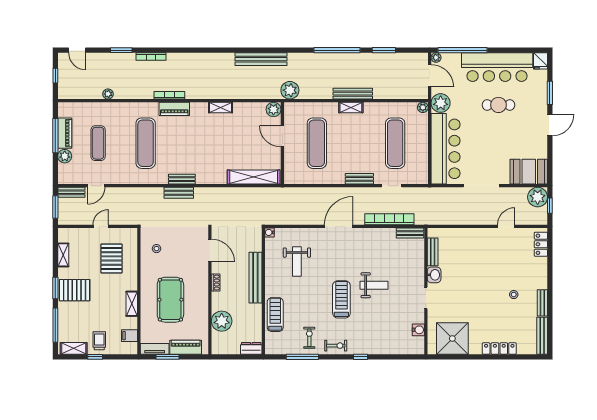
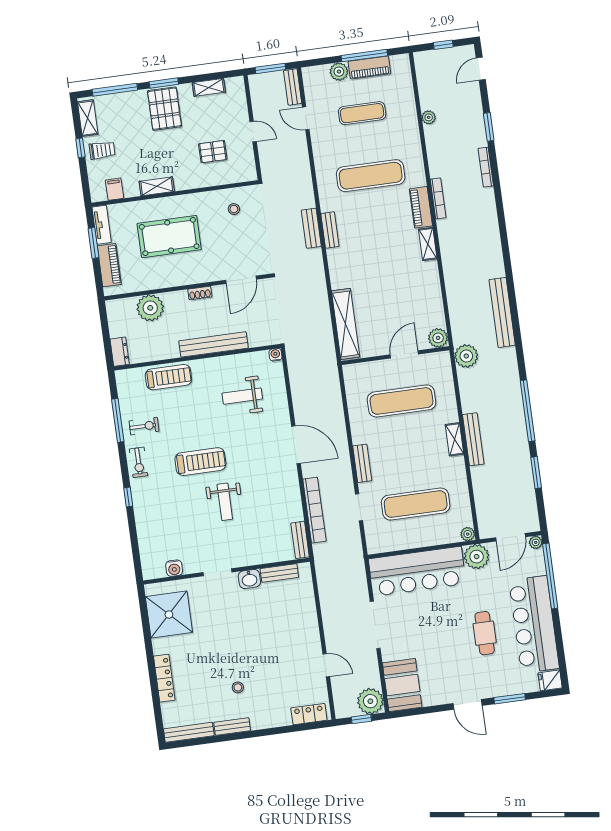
shelving: (221, 108) -> (428, 244), moved
pallet: (111, 258) -> (213, 152), width x0.67, depth x0.71

